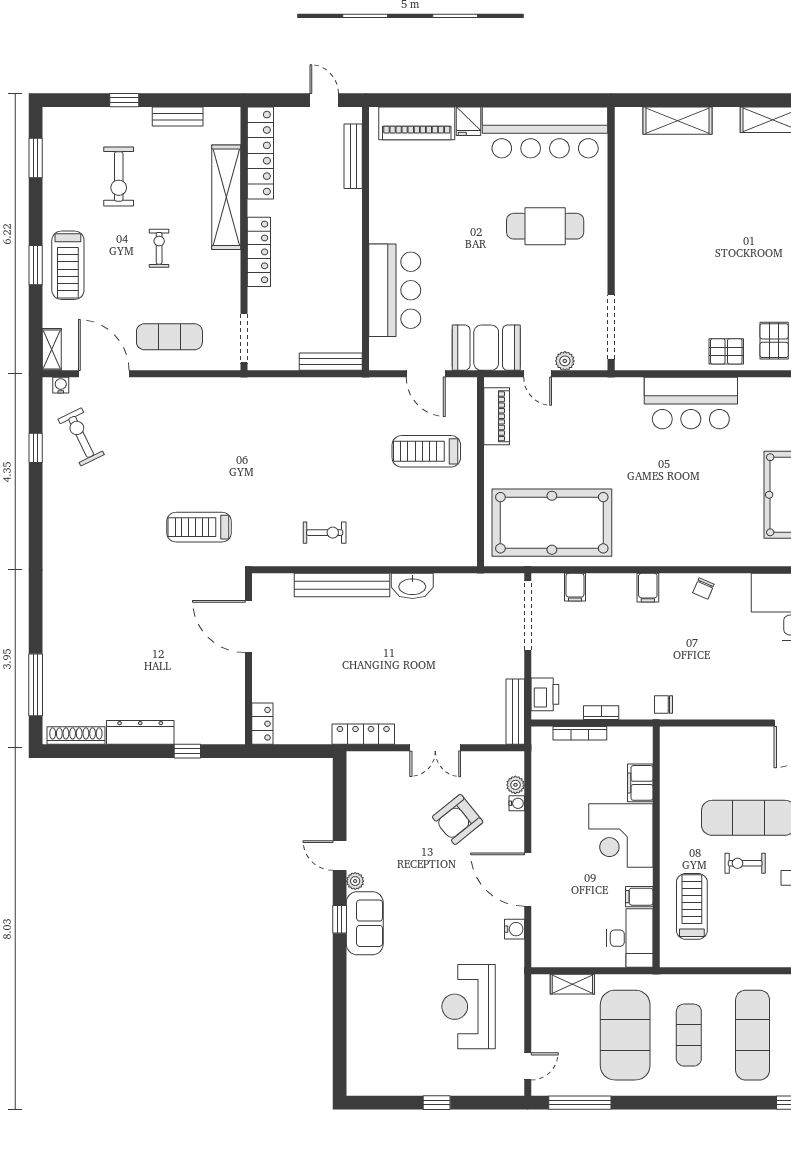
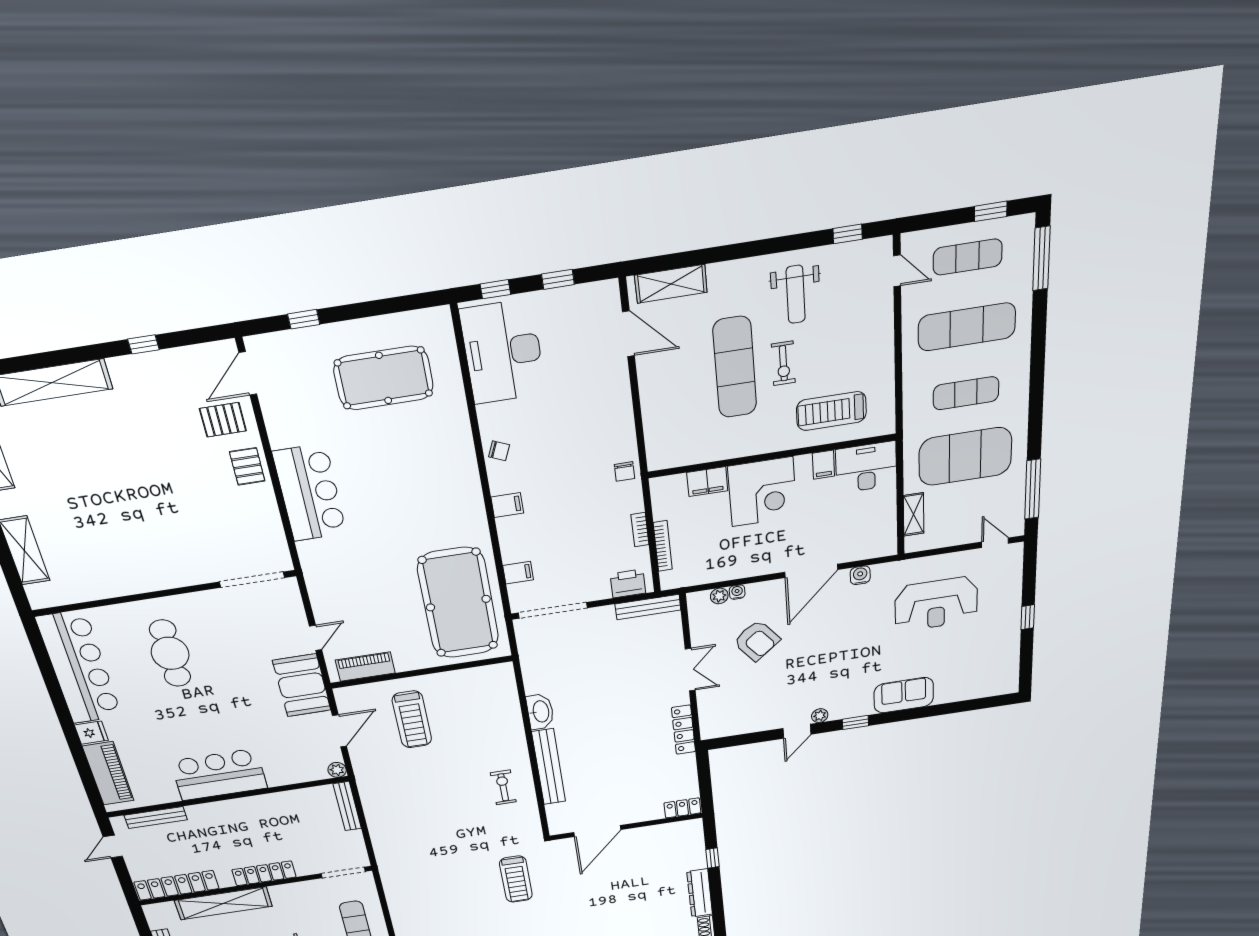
bar counter: (395, 290) -> (219, 775), moved
plant: (565, 361) -> (337, 770), moved
sofa: (365, 923) -> (904, 695), moved

